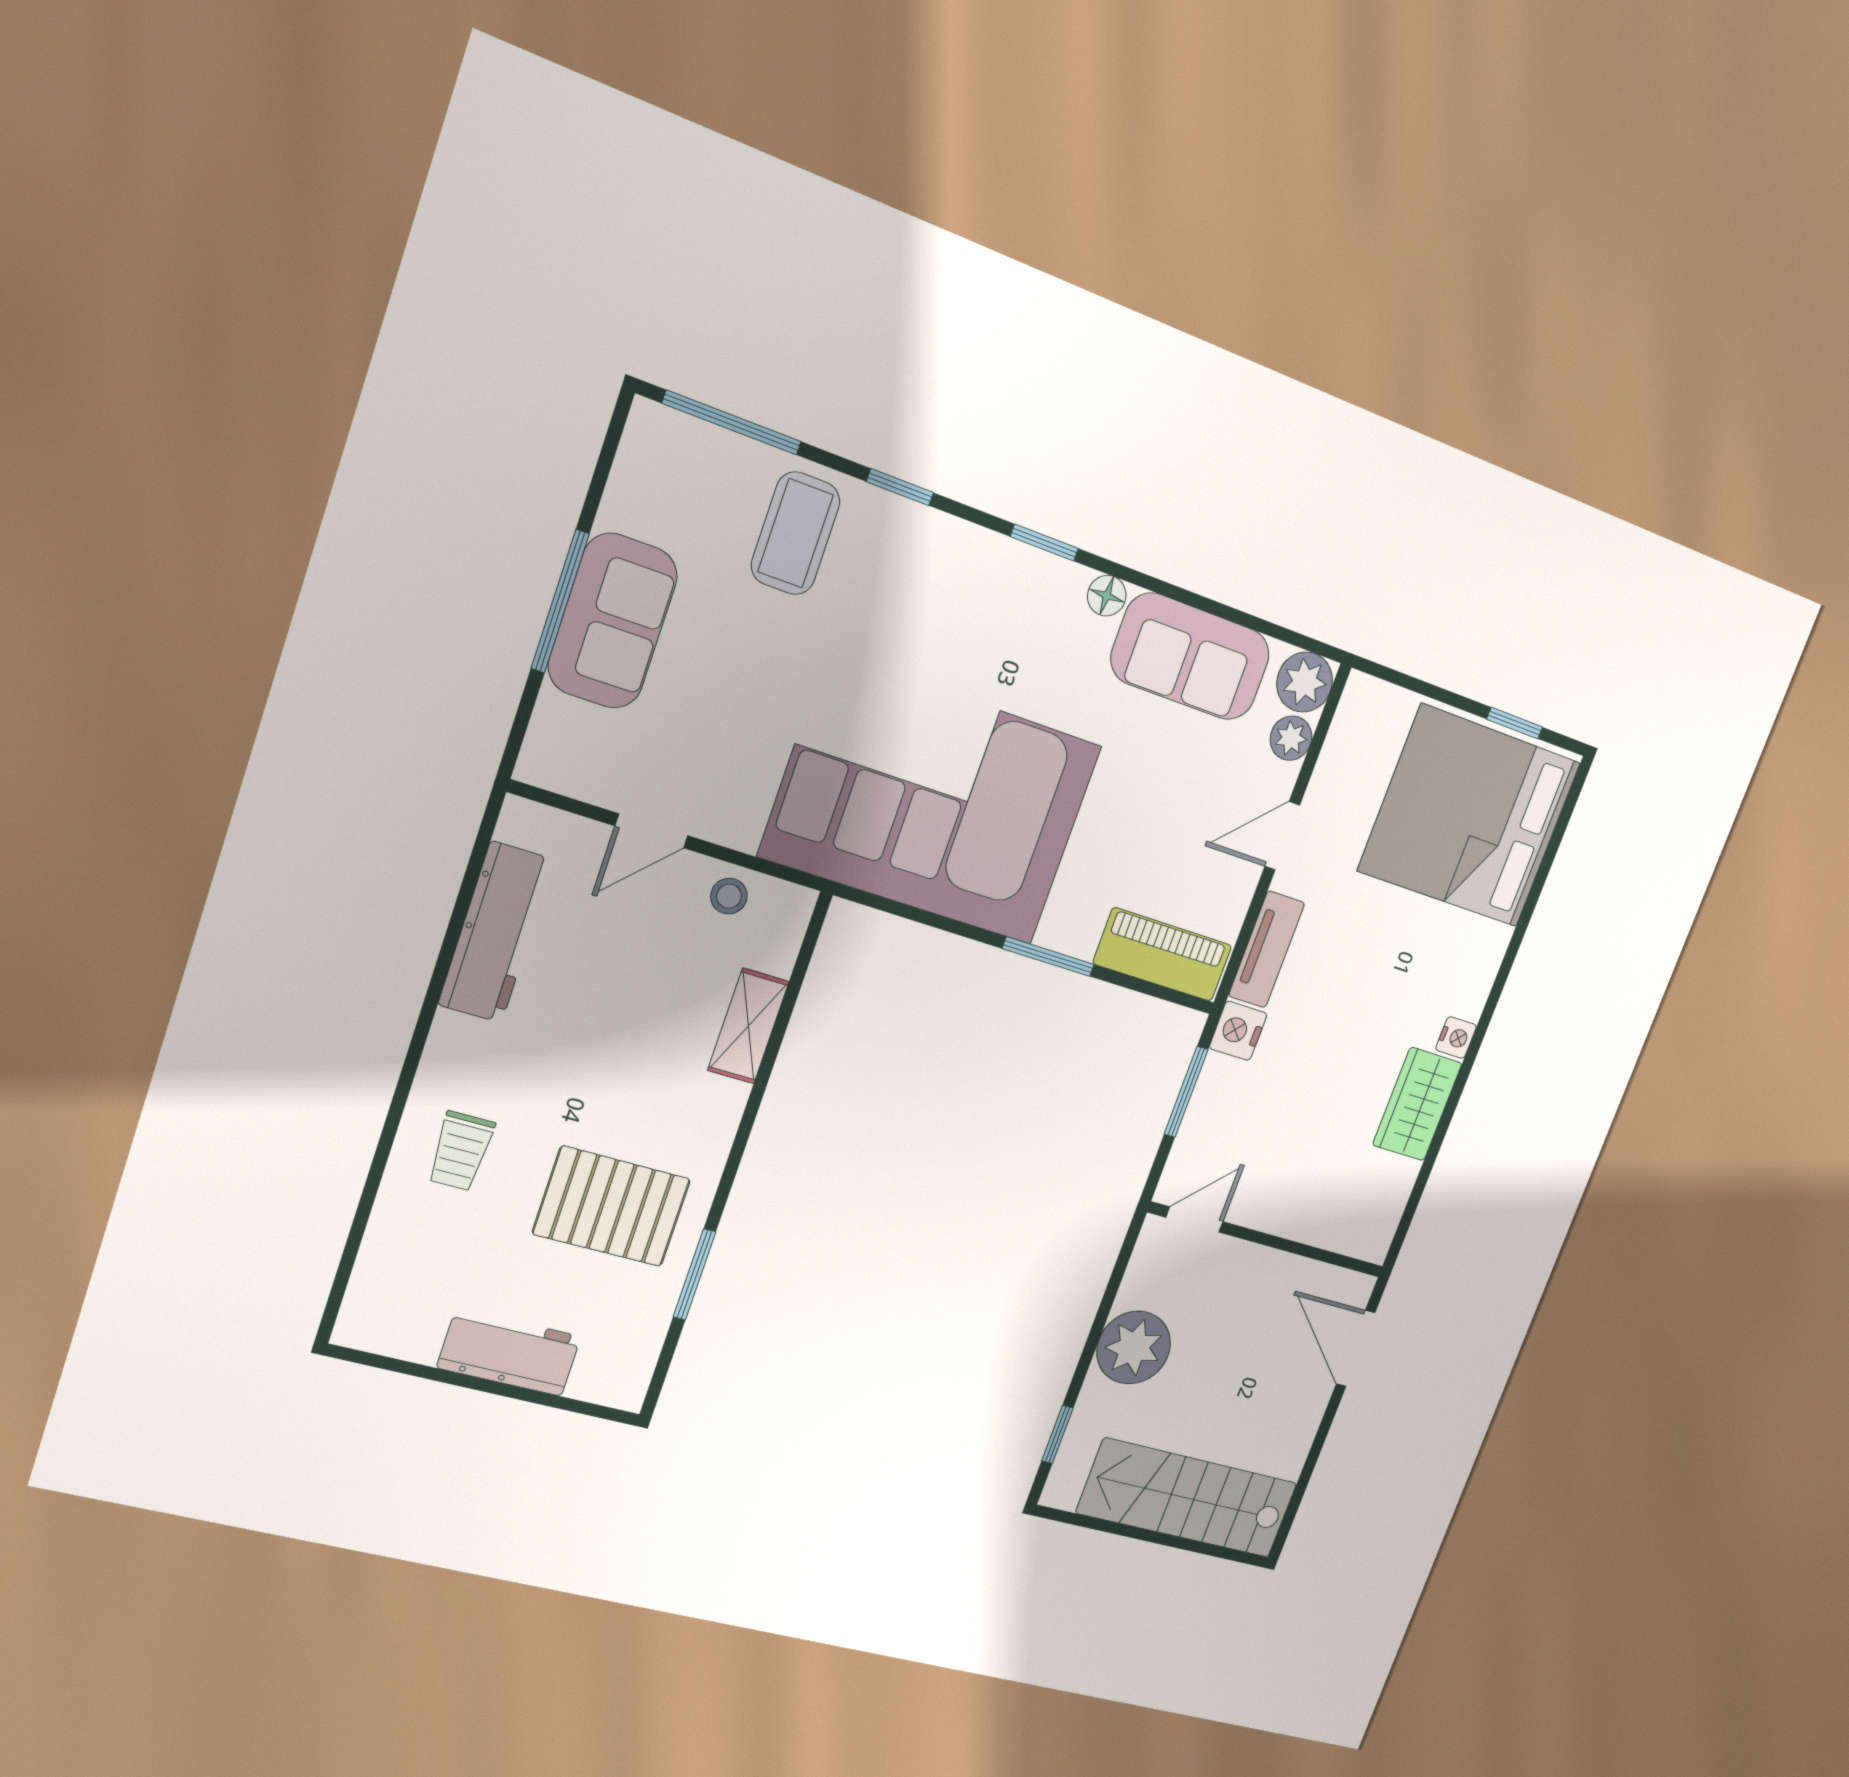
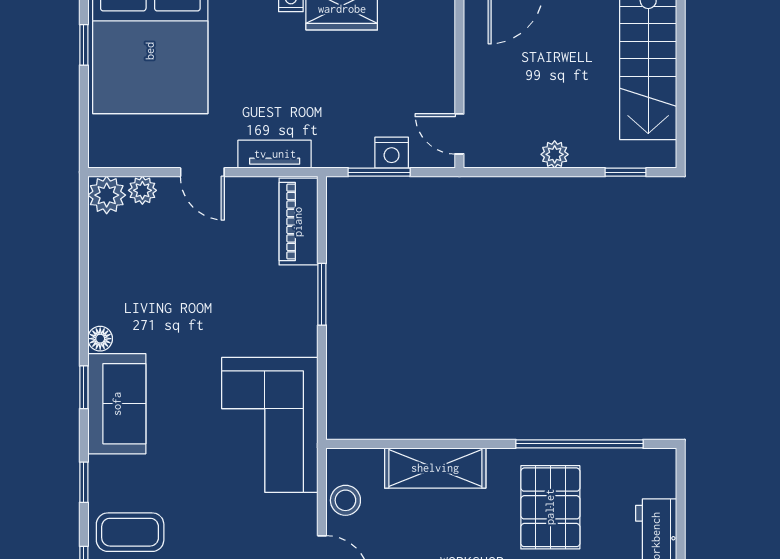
sofa: (1190, 657) -> (117, 404), moved
corner sofa: (931, 801) -> (270, 425), width x0.73, depth x0.74
stool: (729, 896) -> (345, 500), width x1.37, depth x1.37
shelving: (748, 1026) -> (435, 468), width x1.50, depth x1.33
nightstand: (1238, 1031) -> (392, 153), moved
window: (694, 1274) -> (579, 444), width x2.11
plant: (1134, 1348) -> (555, 154), width x0.53, depth x0.53

